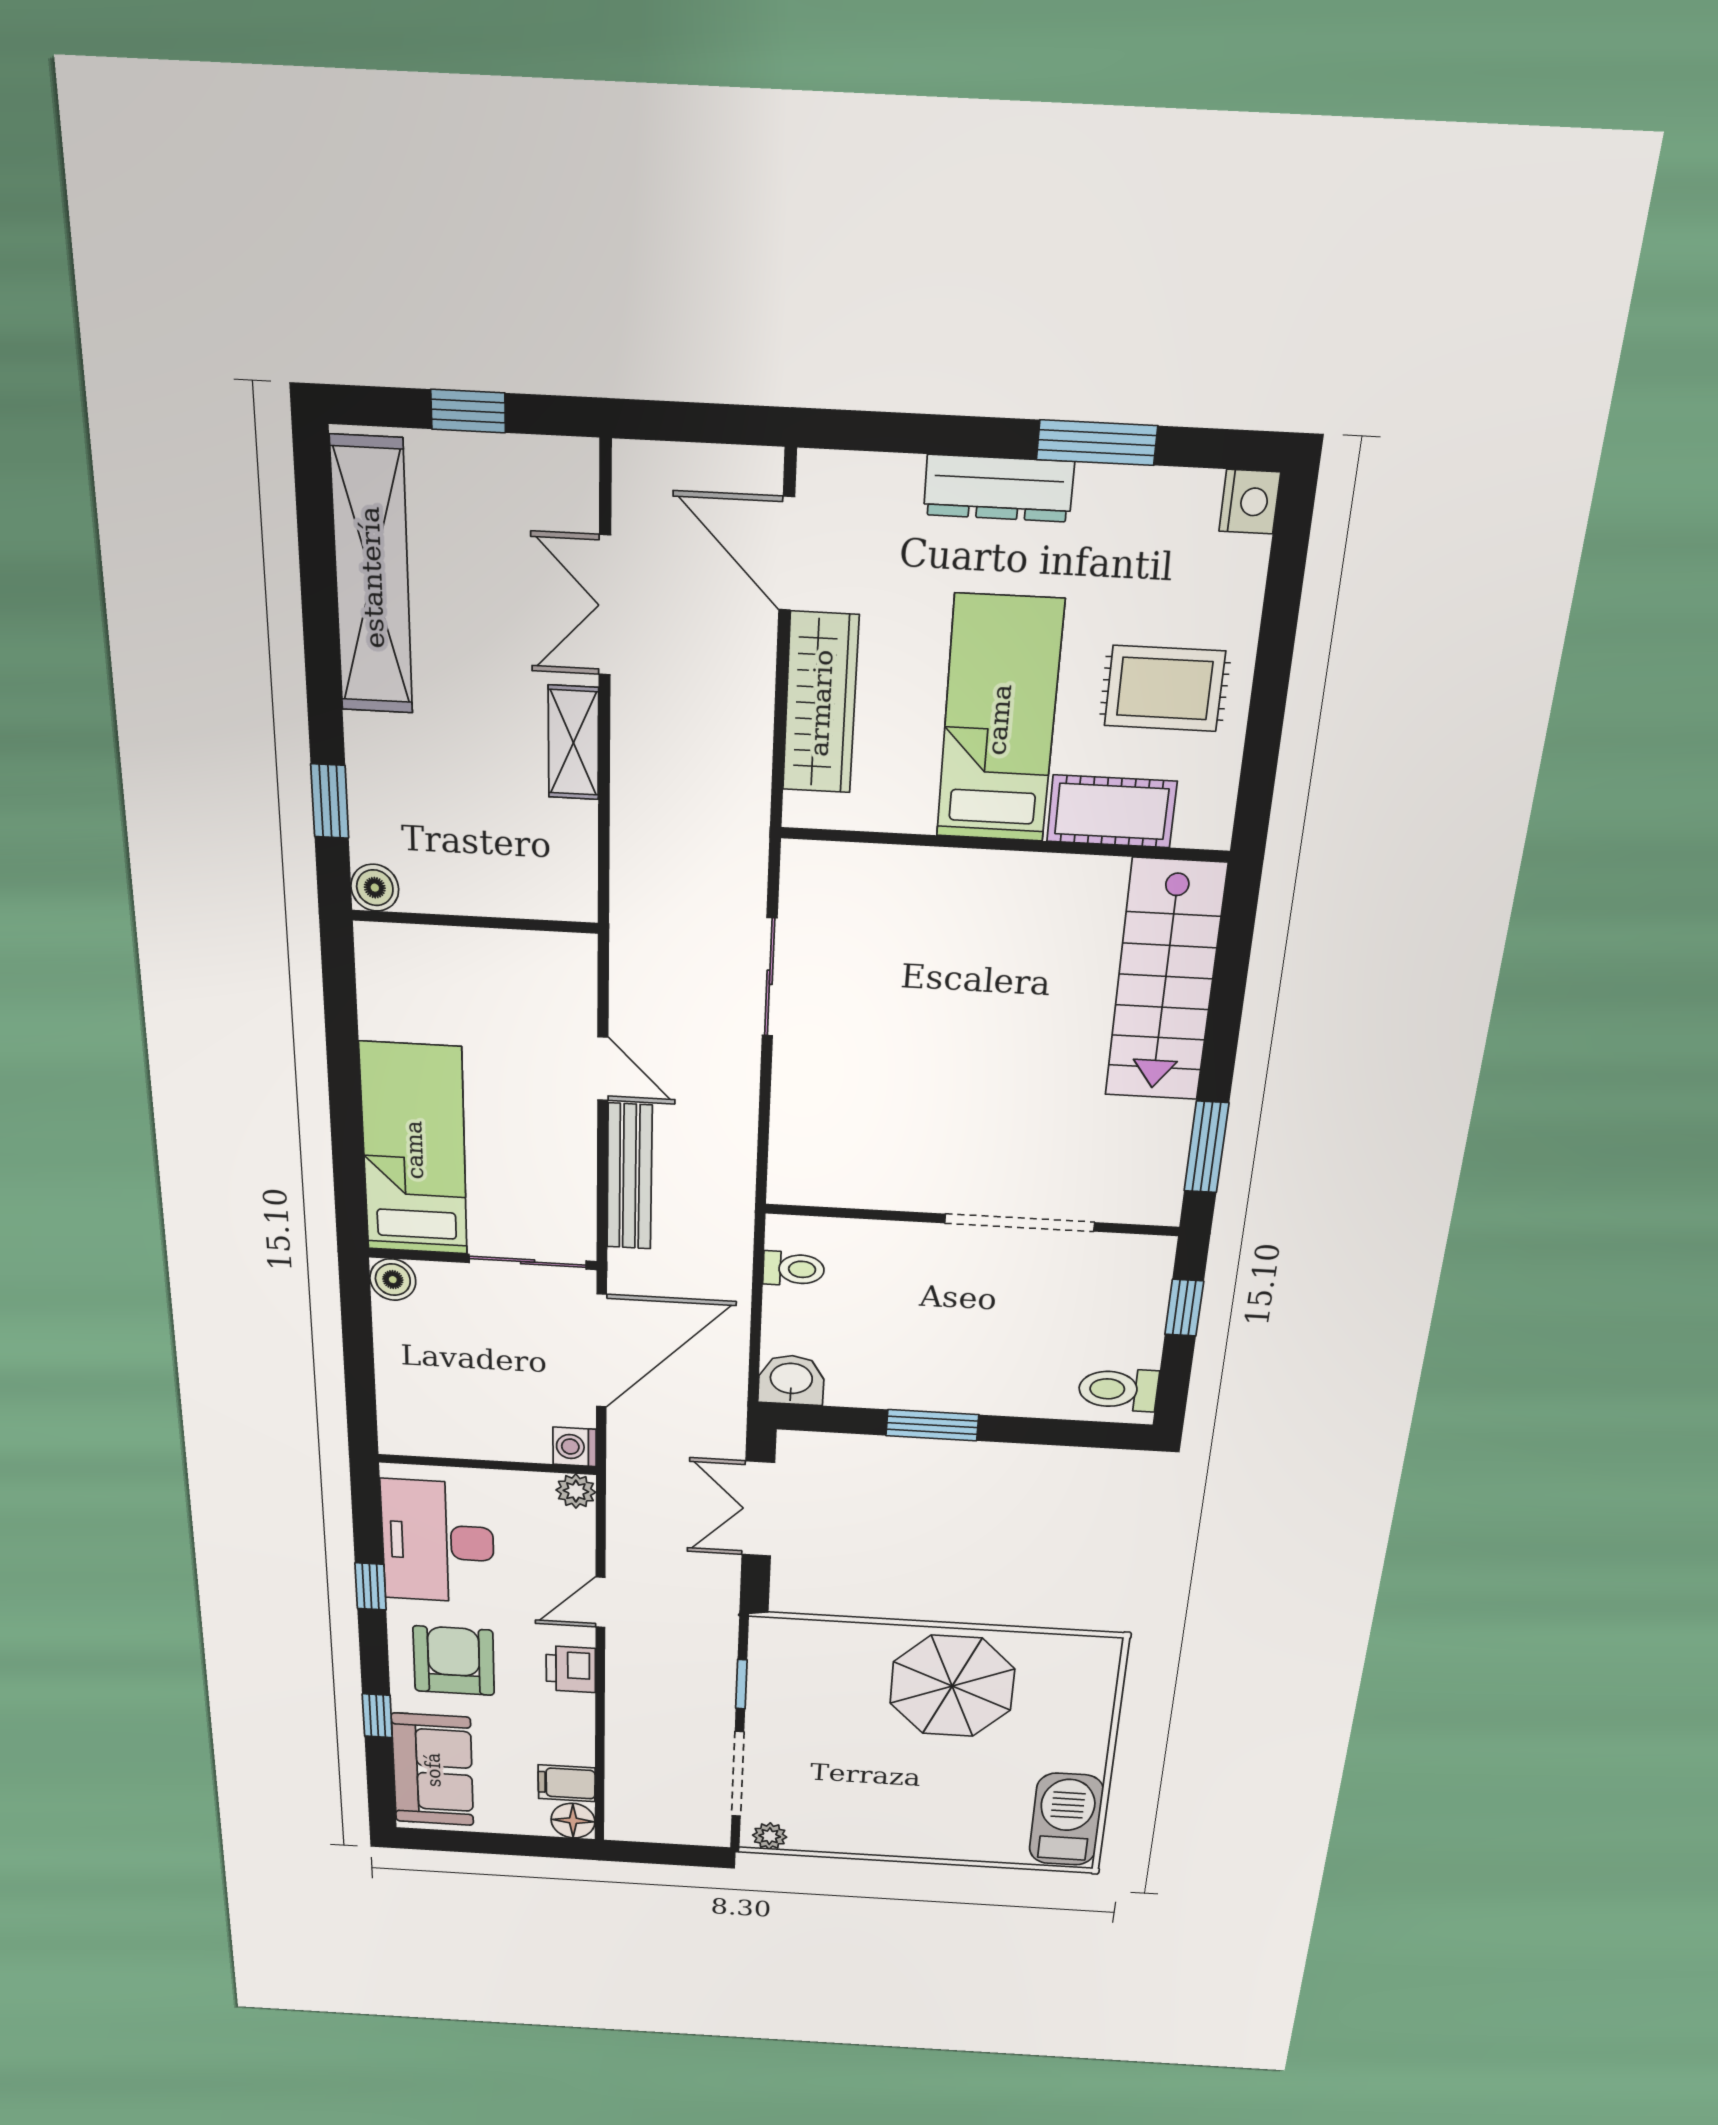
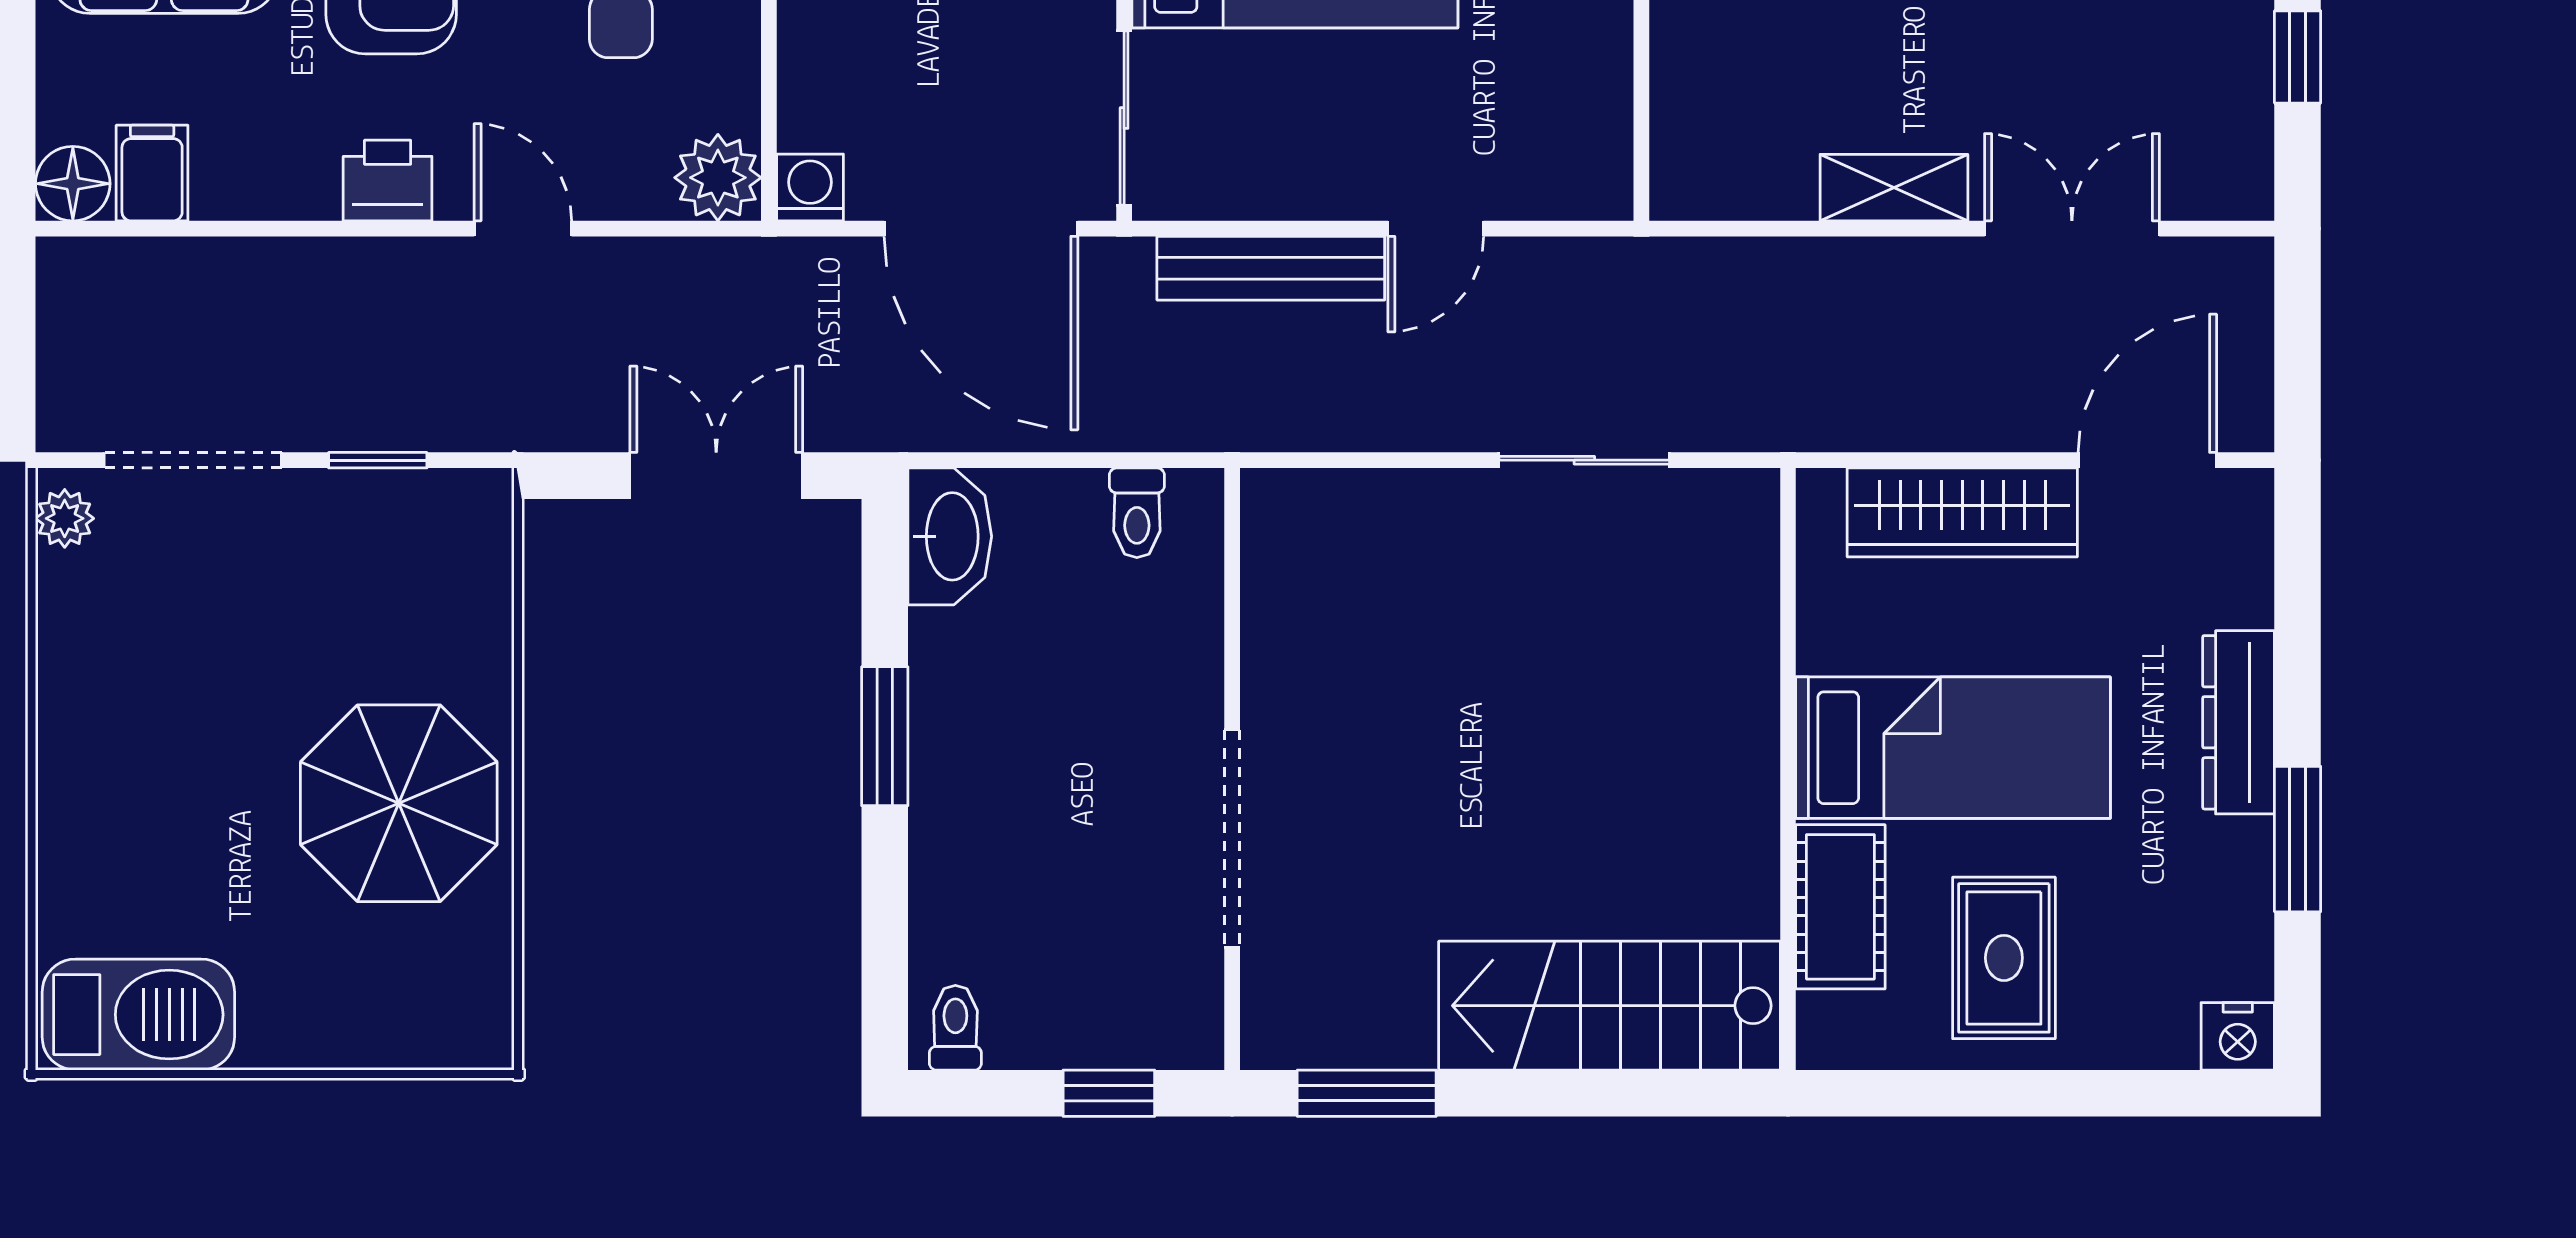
washbasin: (791, 1380) -> (950, 536), width x1.38
toilet: (1118, 1389) -> (955, 1028), width x0.73, depth x0.72
plant: (576, 1491) -> (718, 178), width x1.38, depth x1.38

